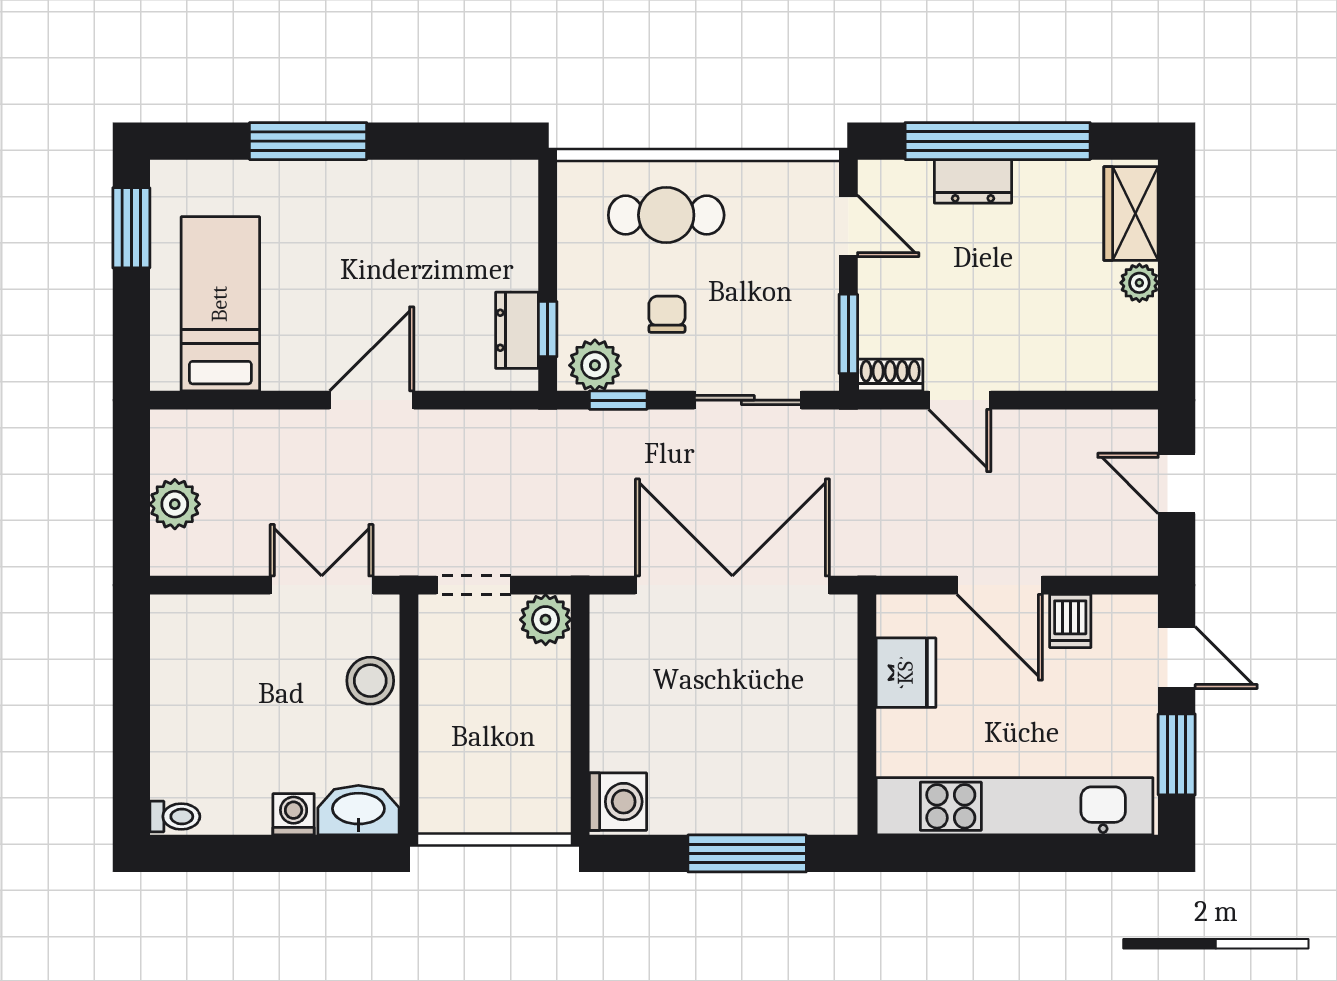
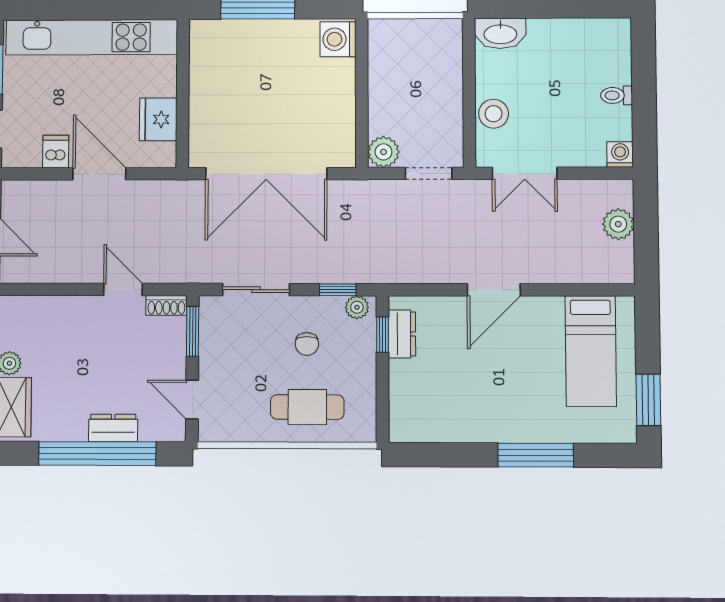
plant: (595, 365) -> (357, 307), width x0.73, depth x0.73
washing machine: (294, 814) -> (620, 154), moved, turned 180
toilet: (175, 816) -> (617, 95), moved

